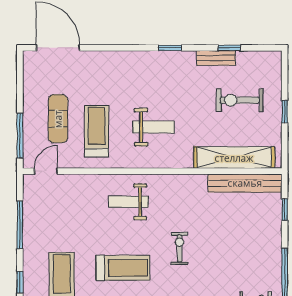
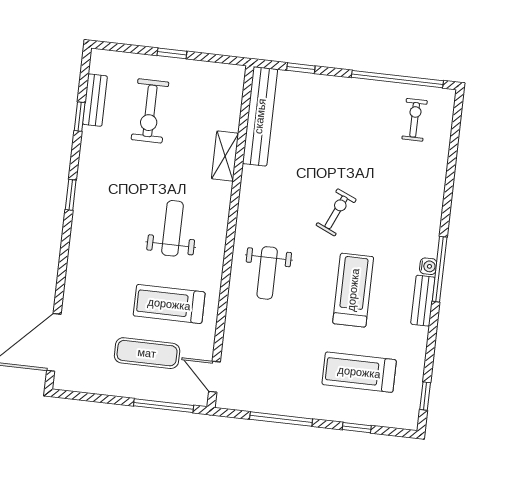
bench: (216, 58) -> (95, 100), moved
shelving: (234, 158) -> (225, 156), width x0.45, depth x0.75
exercise bike: (180, 248) -> (336, 212), turned 114

